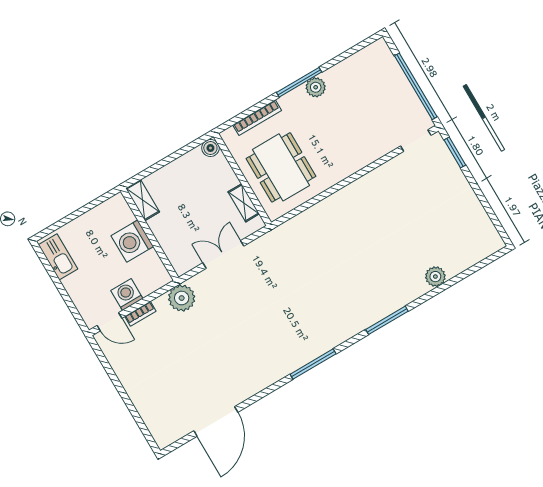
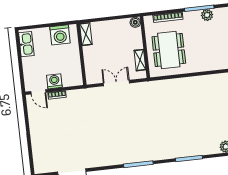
washing machine: (132, 241) -> (60, 35), moved, turned -90
plant: (182, 298) -> (83, 97), removed

